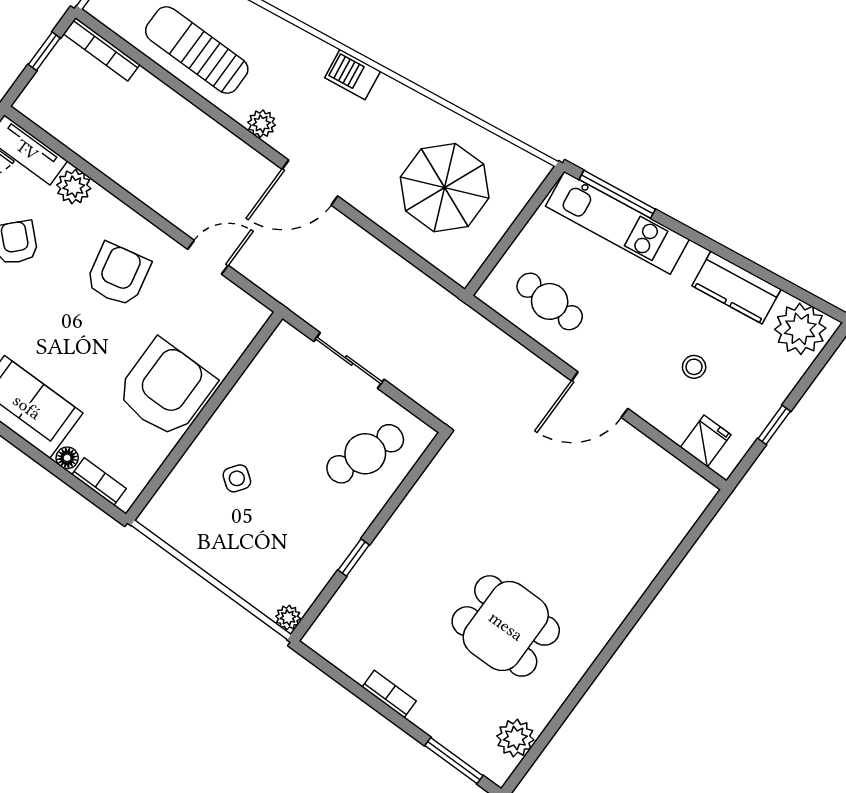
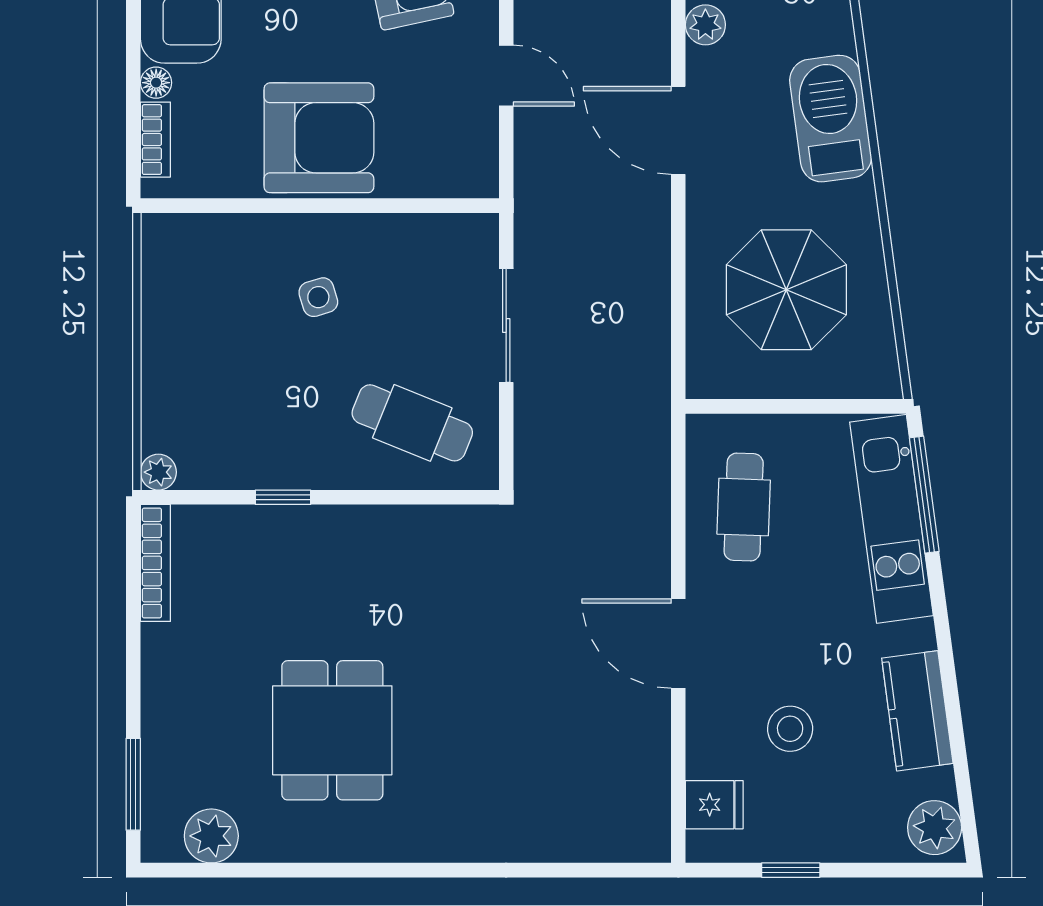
barbecue: (353, 74) -> (831, 119), width x1.88, depth x1.53
plant: (800, 329) -> (935, 828), width x0.73, depth x0.73
stool: (694, 367) -> (790, 729), width x1.37, depth x1.37
side table: (237, 478) -> (318, 297), moved, turned 37
bookcase: (389, 694) -> (155, 563), moved, width x1.56

